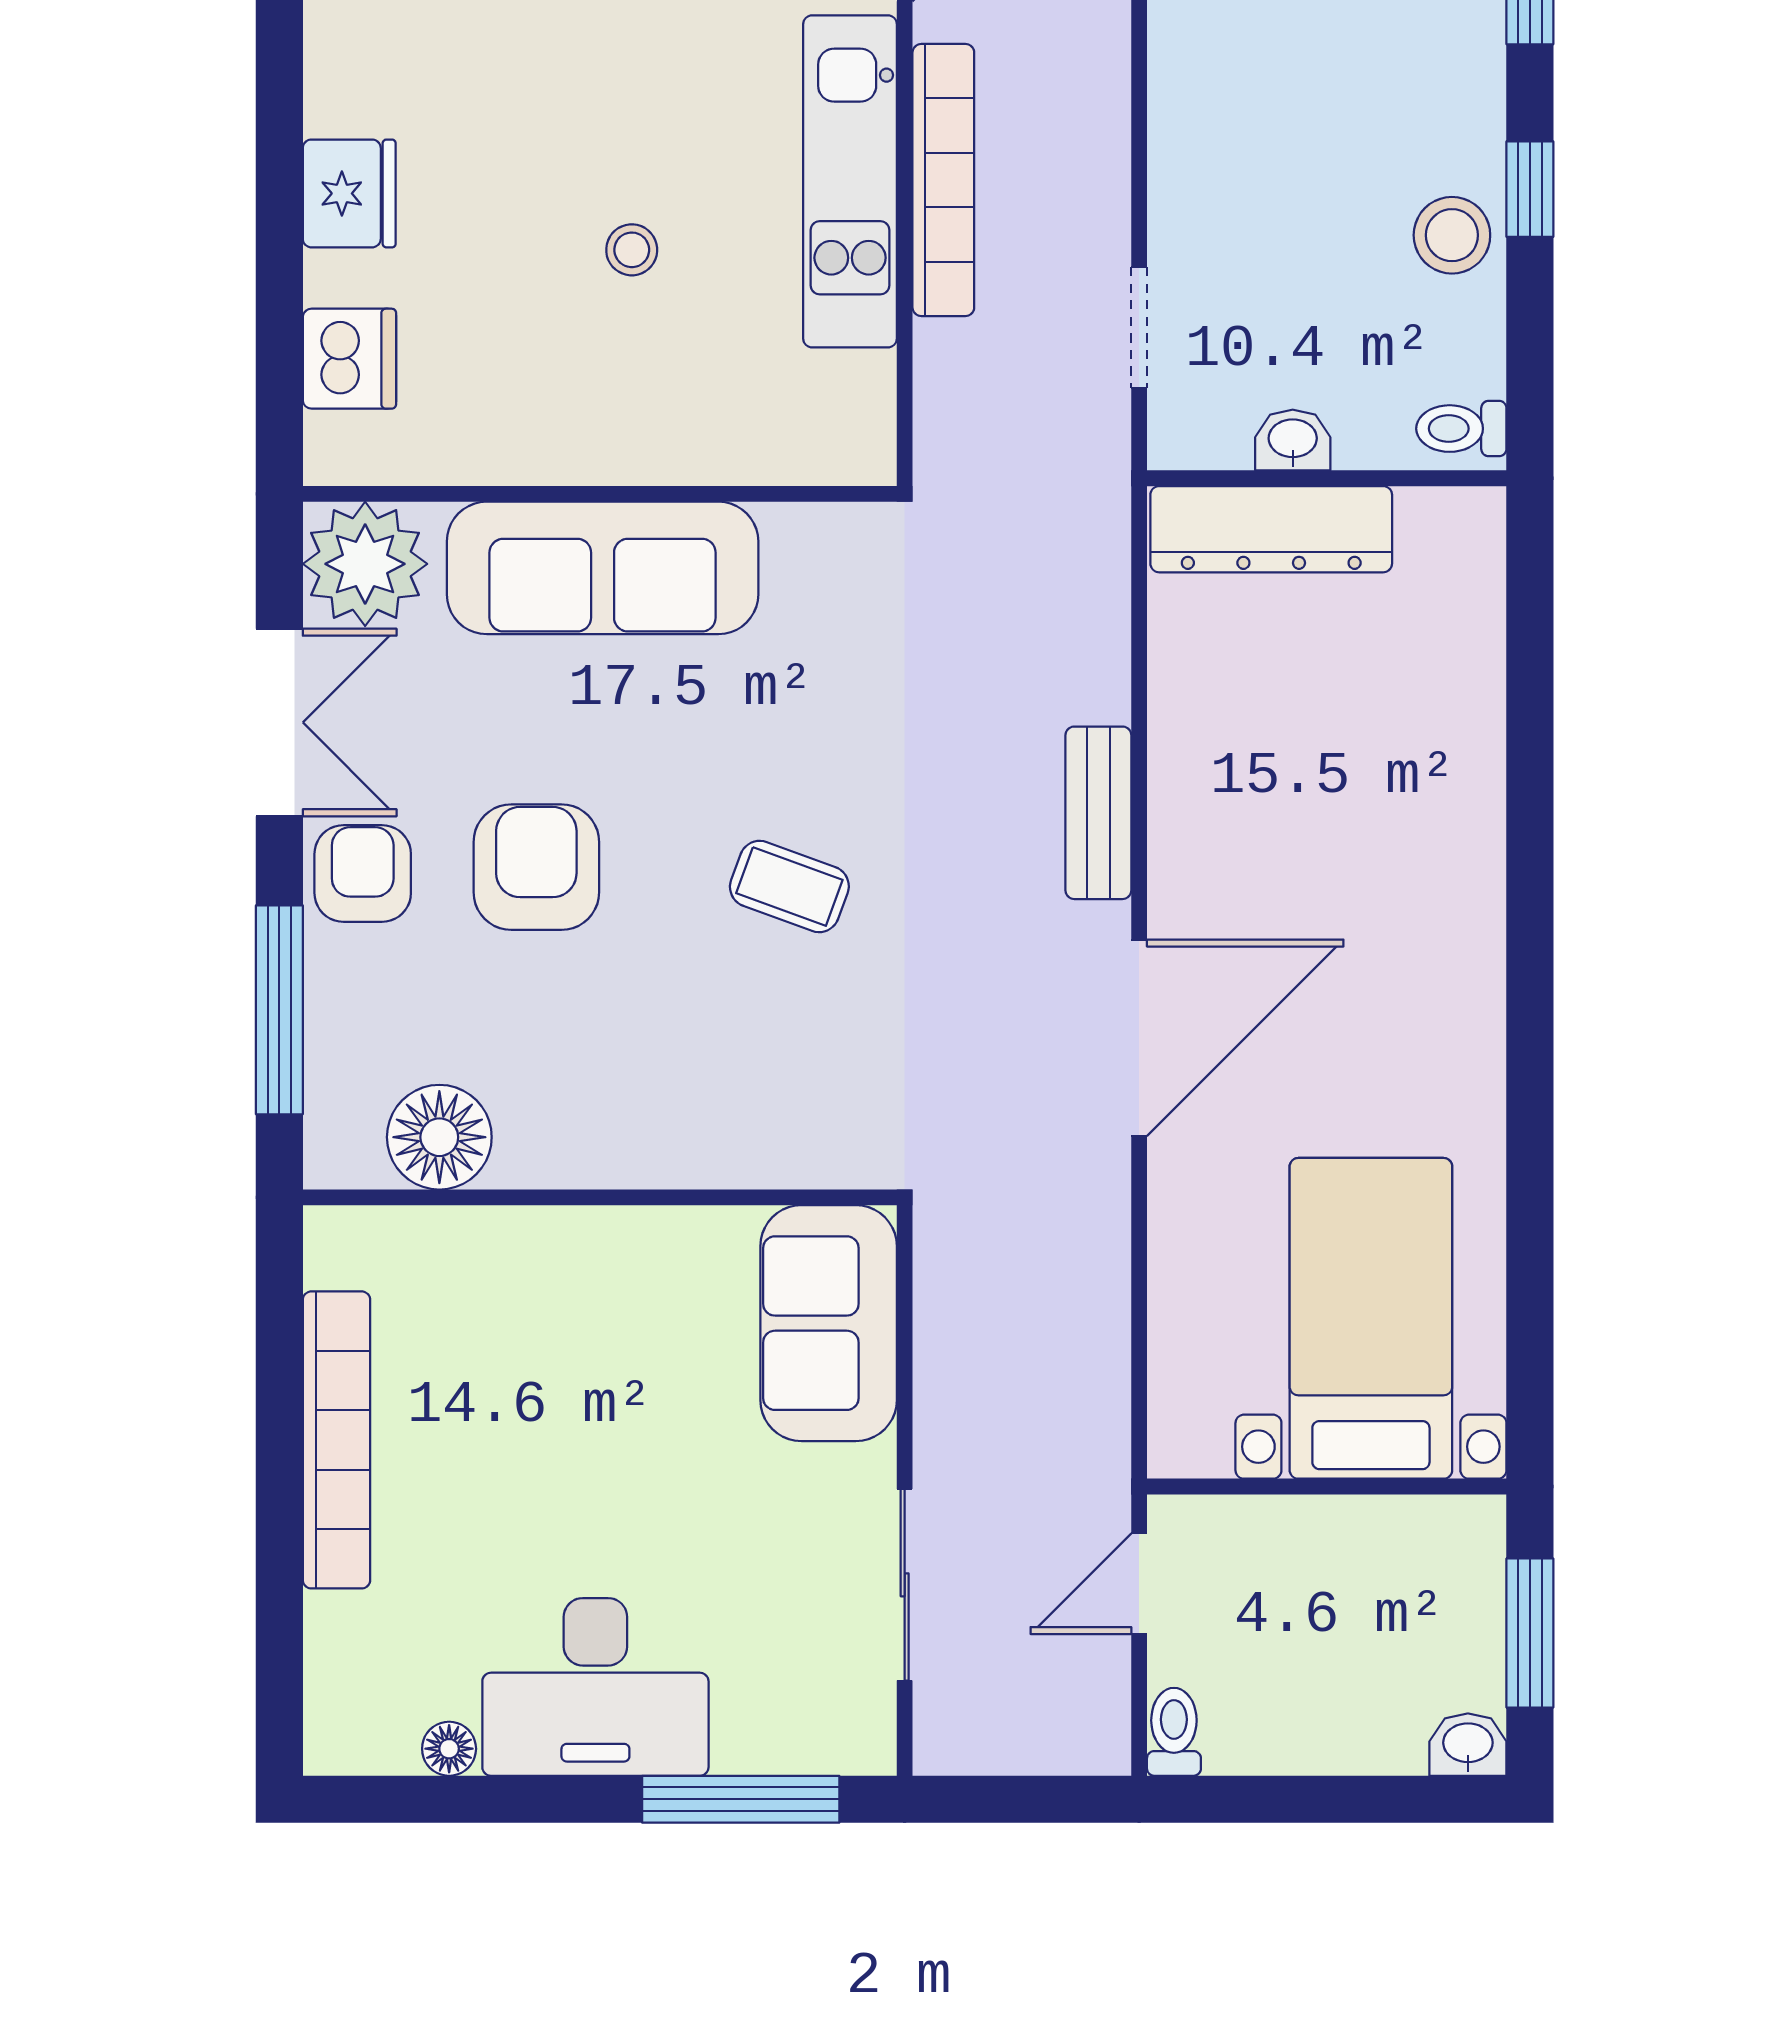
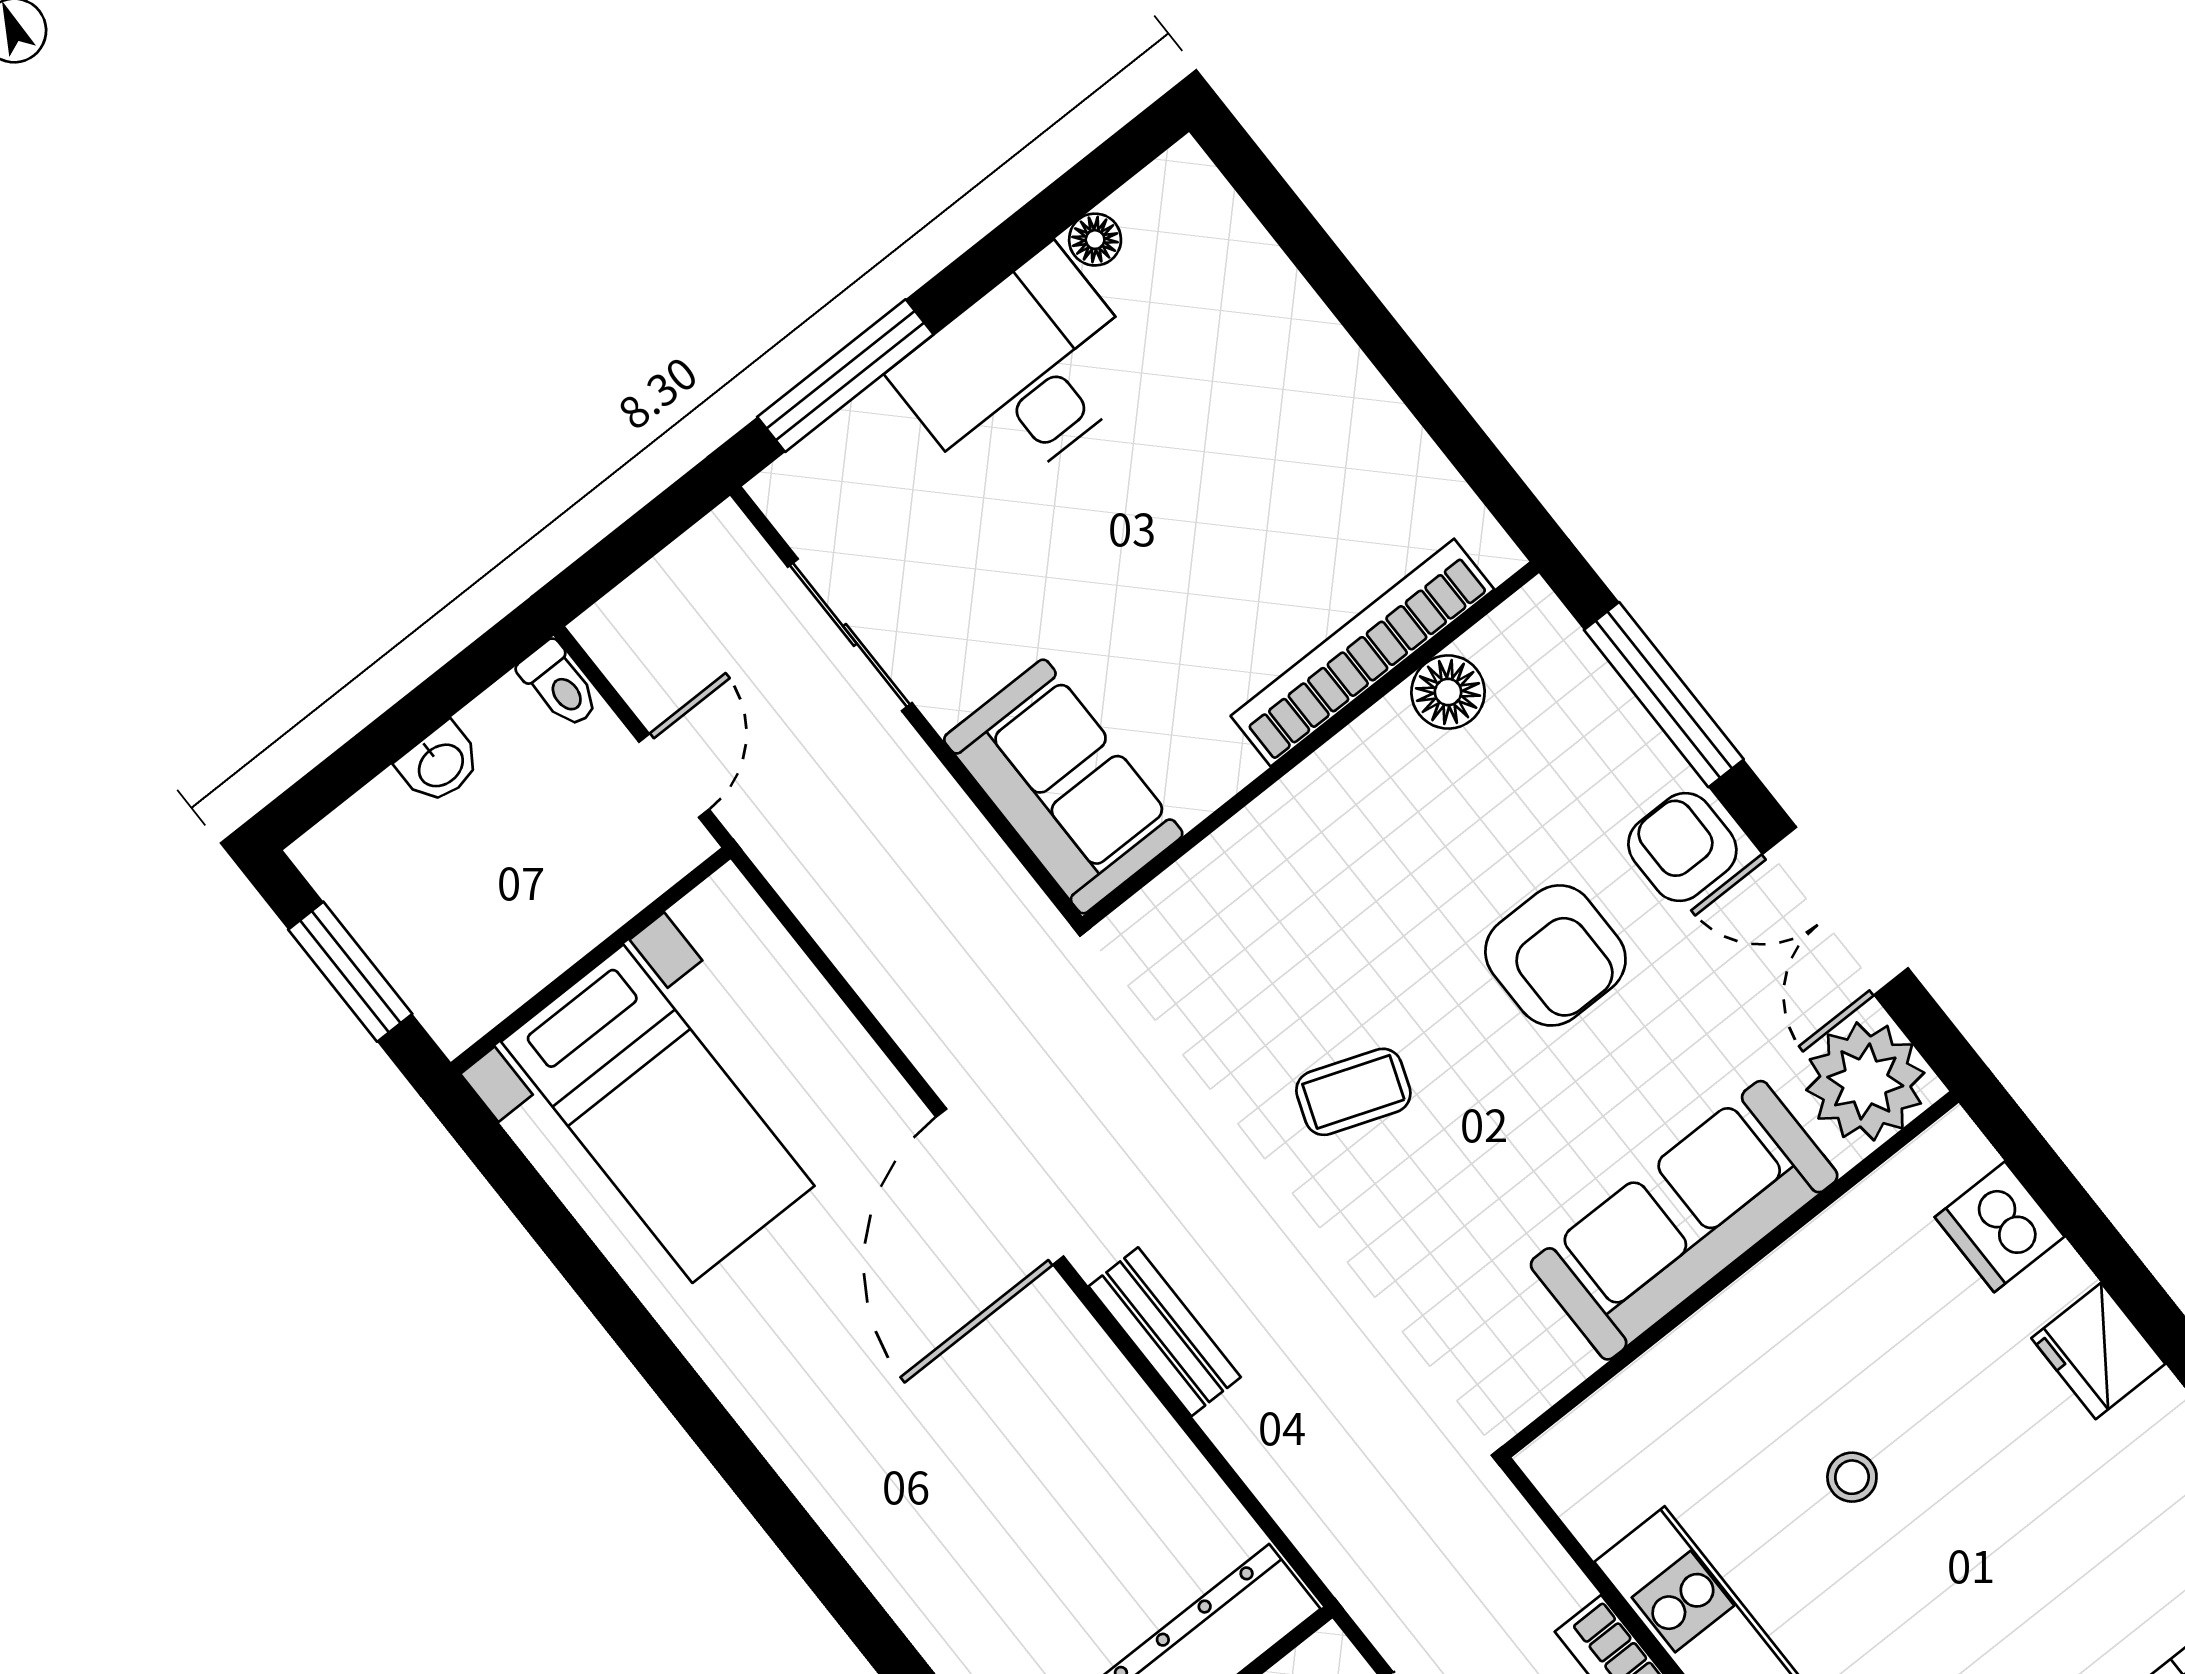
armchair: (363, 874) -> (1682, 847), turned 180
floor lamp: (439, 1137) -> (1448, 692), width x0.73, depth x0.73
bookcase: (337, 1440) -> (1362, 653), moved, turned 90
washbasin: (1468, 1745) -> (440, 764), moved

